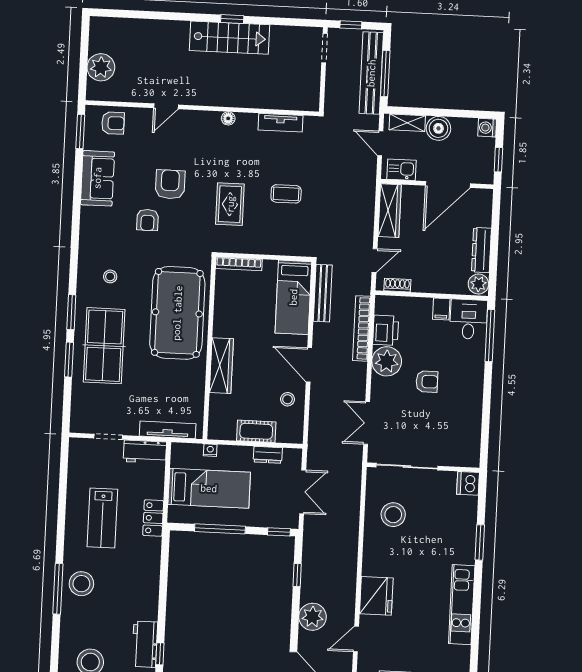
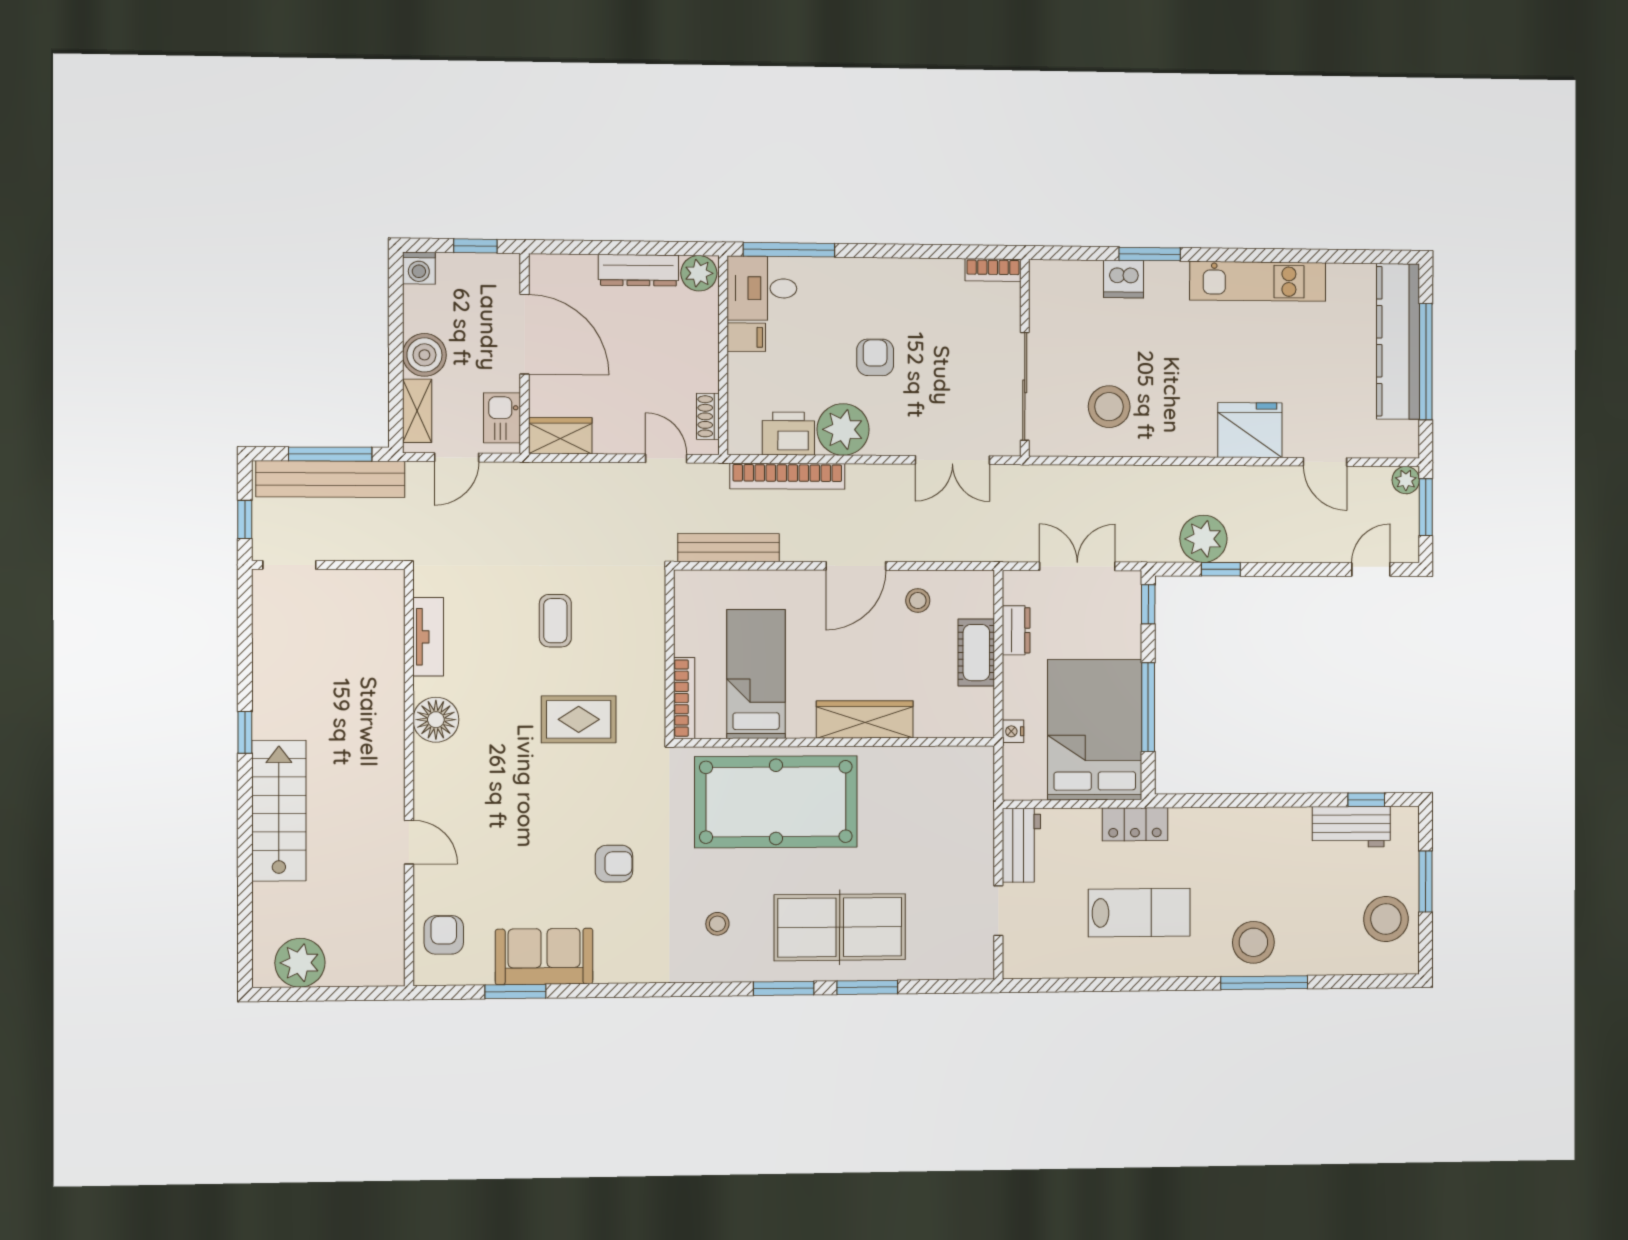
stairs: (229, 38) -> (279, 811), moved
plant: (101, 67) -> (300, 963), moved
floor lamp: (228, 118) -> (436, 720), width x1.89, depth x1.89
window: (80, 132) -> (515, 992), moved
armchair: (170, 184) -> (549, 827), removed
wardrobe: (390, 211) -> (560, 436), width x0.67
bed: (293, 297) -> (756, 674), moved, turned -90
tv unit: (168, 430) -> (981, 808), removed
bookcase: (474, 451) -> (993, 270), added
dishwasher: (468, 483) -> (1123, 279), moved
bed: (209, 488) -> (1095, 730), width x1.50
plant: (313, 617) -> (1203, 539), moved

